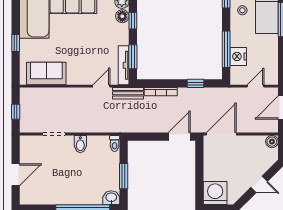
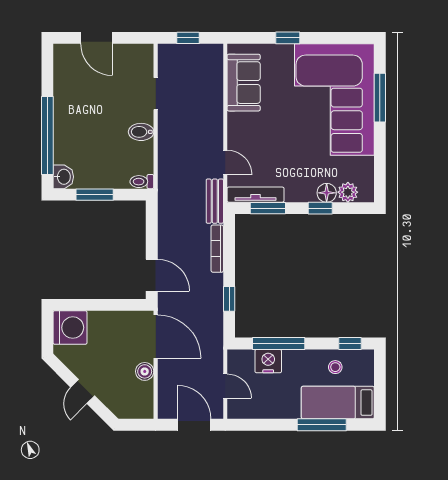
boiler: (272, 142) -> (145, 371), moved

